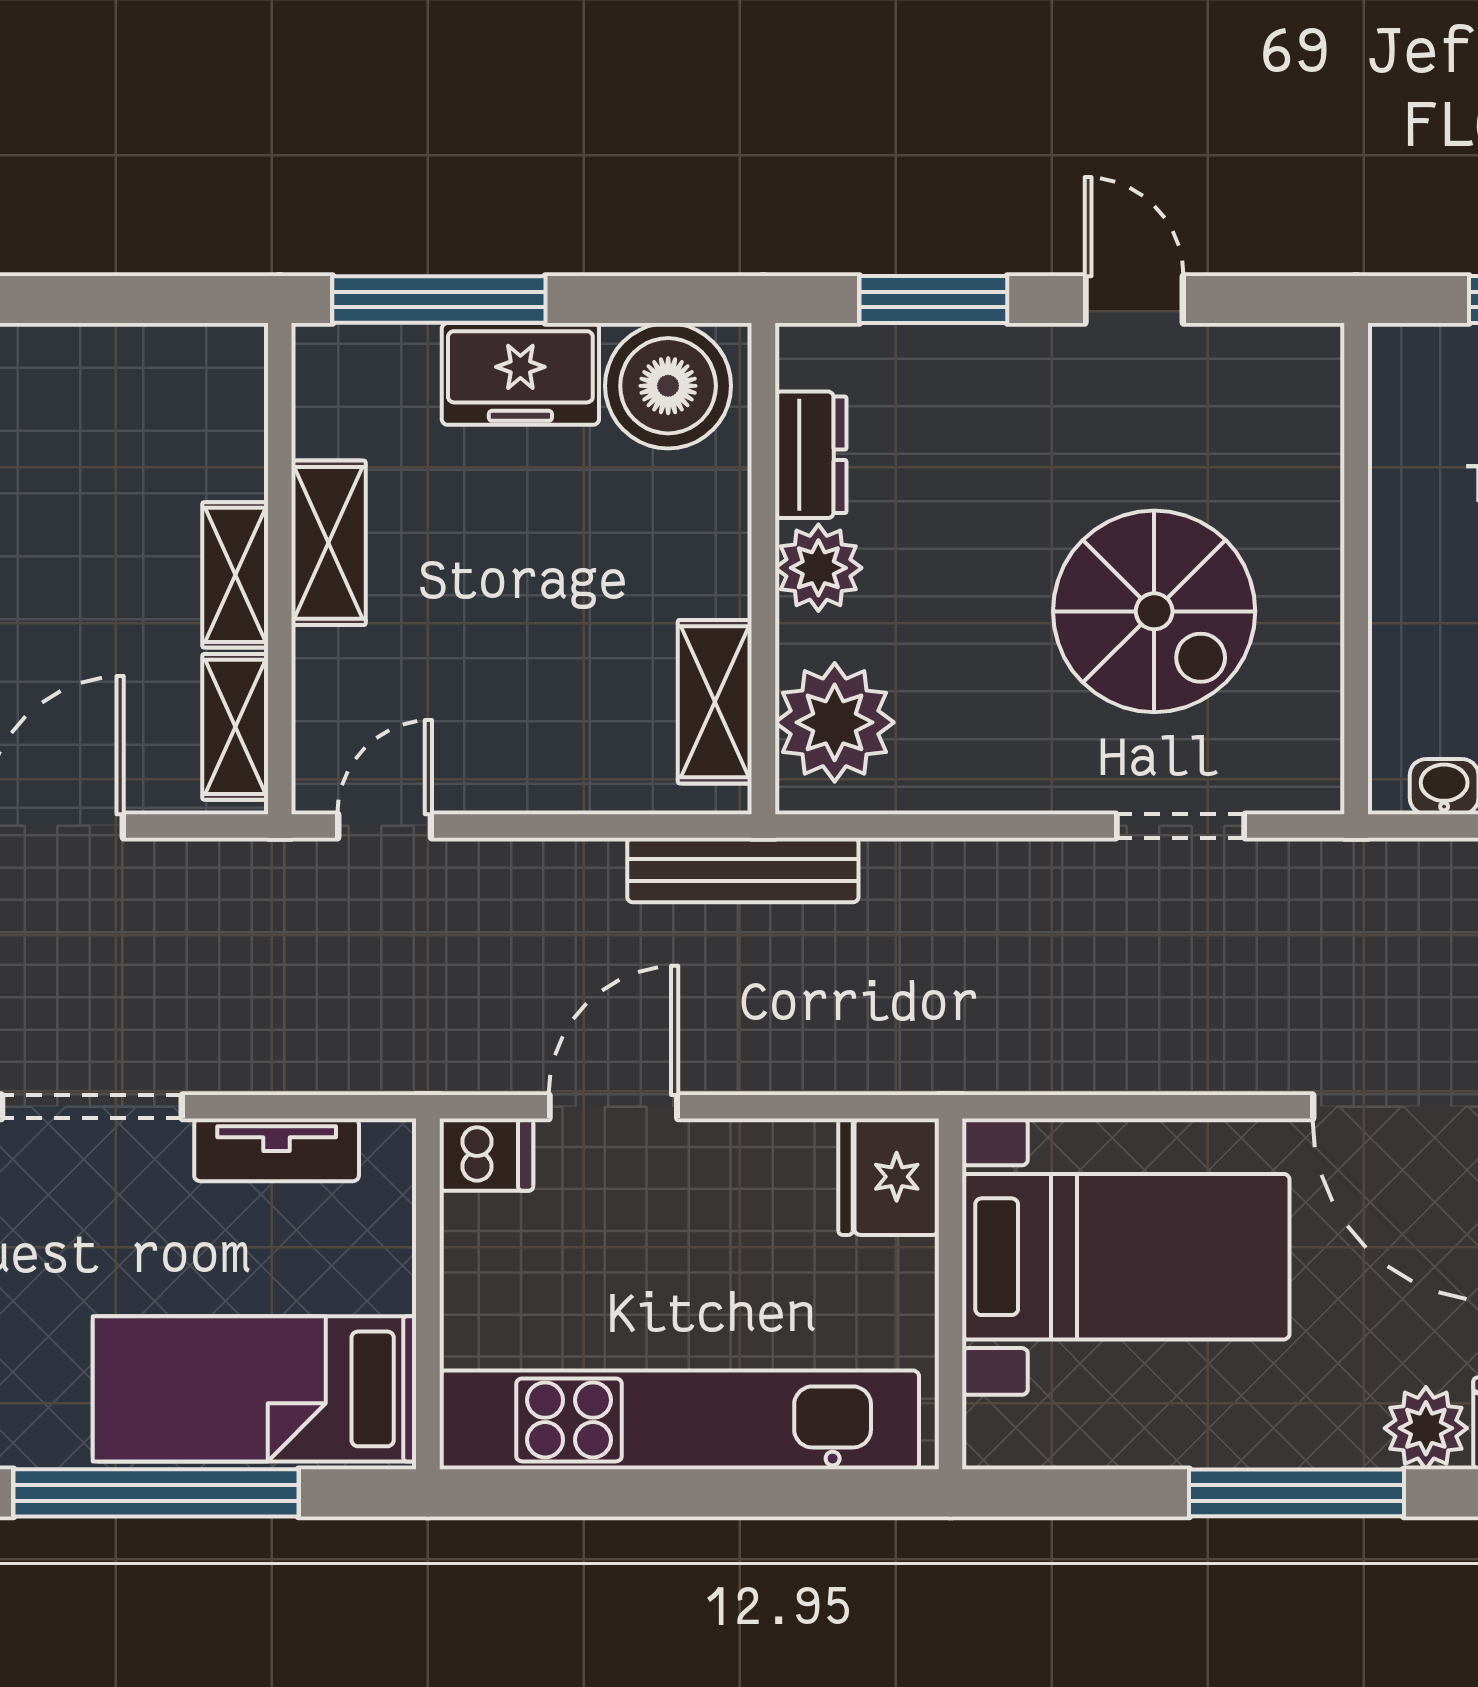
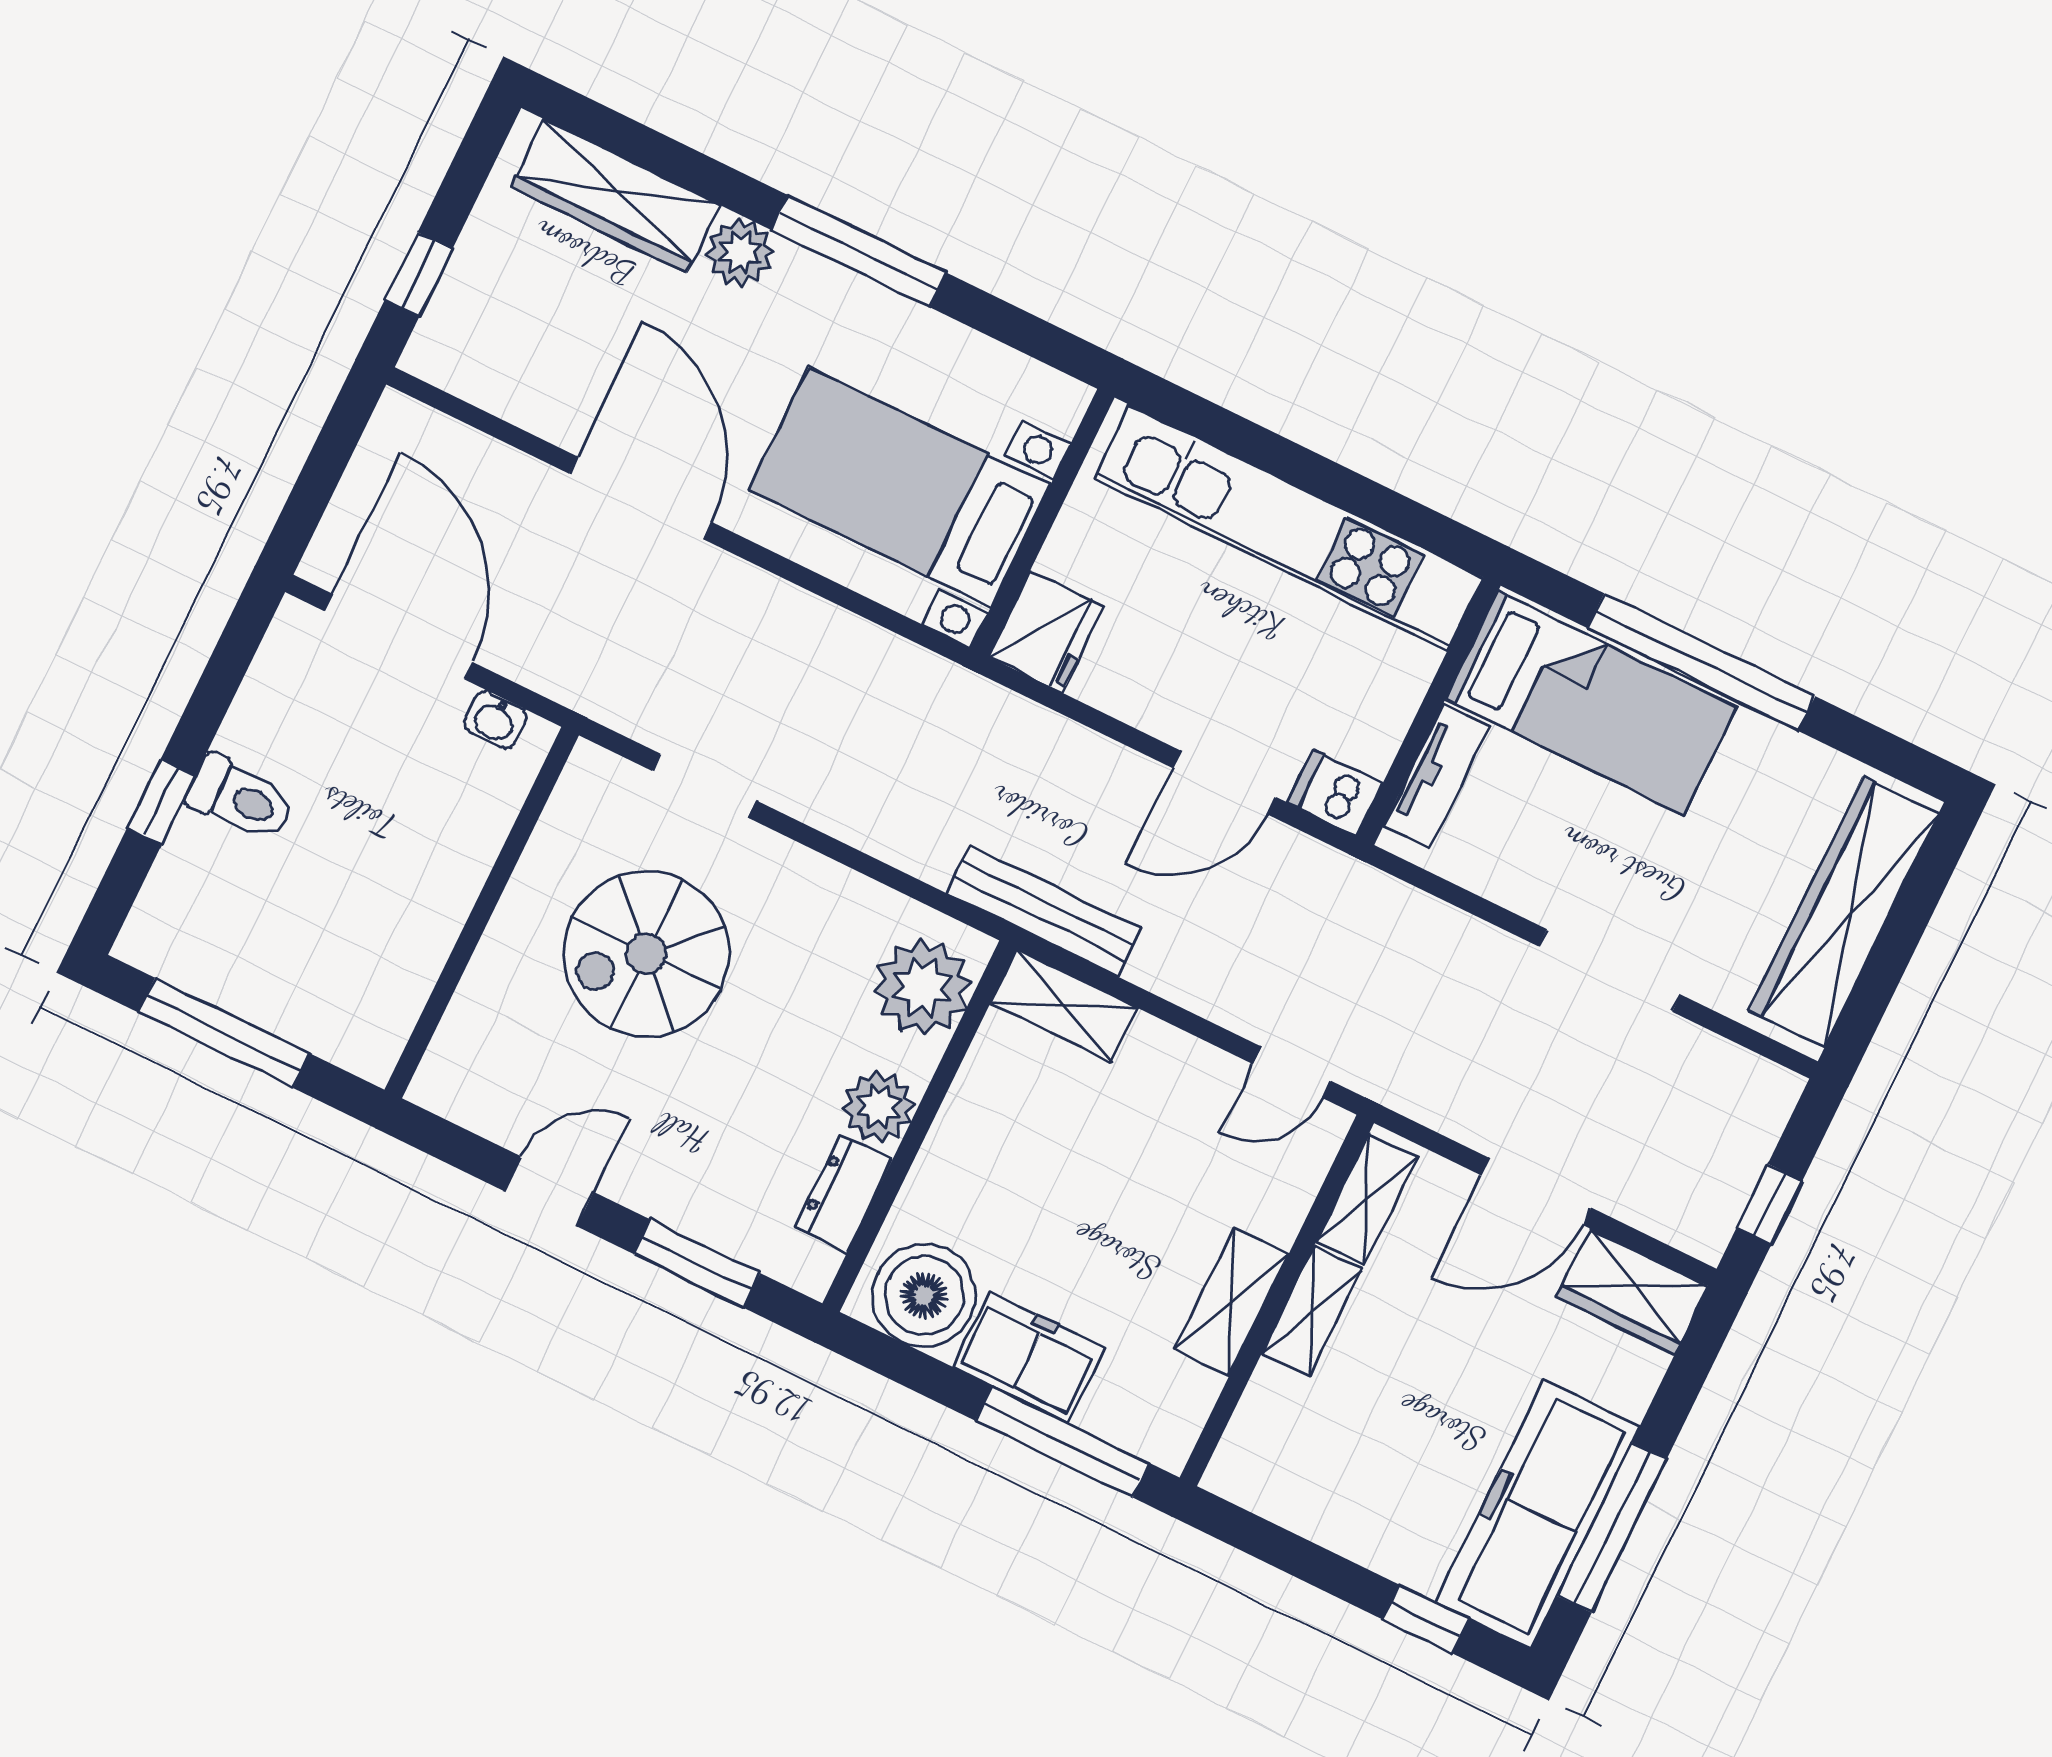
door: (1134, 300) -> (549, 1191), swing flipped
spiral stairs: (1154, 611) -> (646, 954), turned -90
shelving: (715, 702) -> (1064, 1006), moved, turned 90
tv unit: (277, 1150) -> (1437, 776), moved, turned 90

